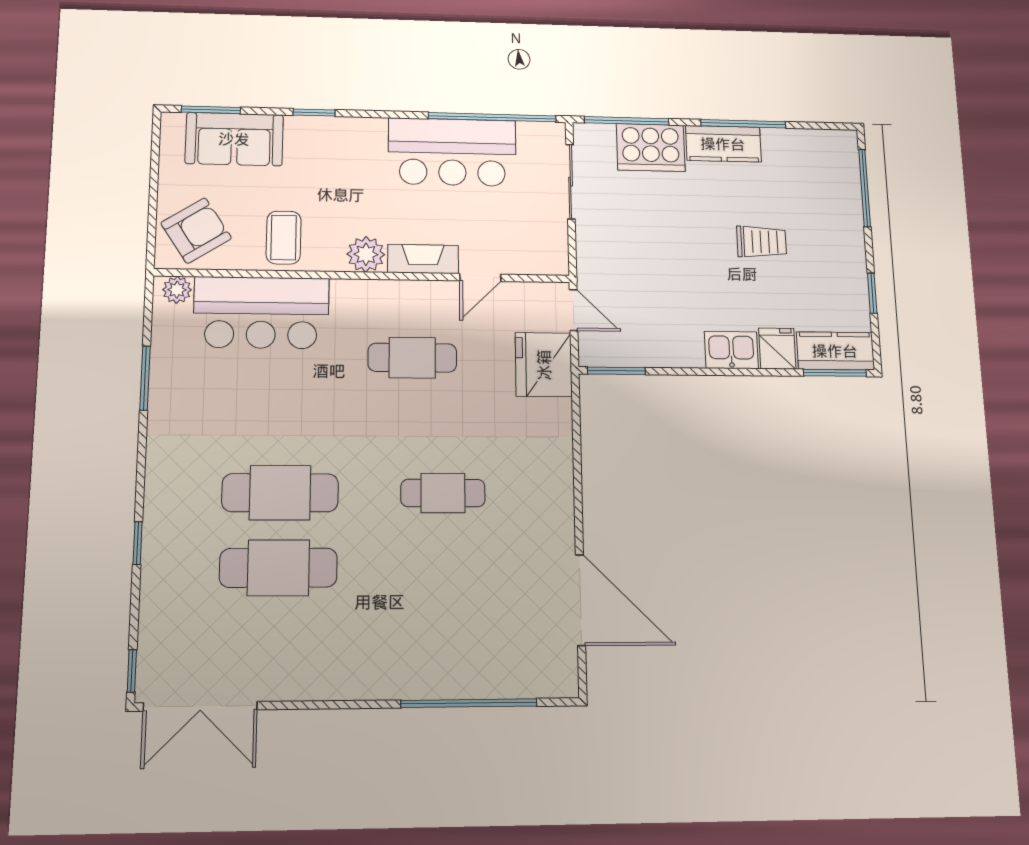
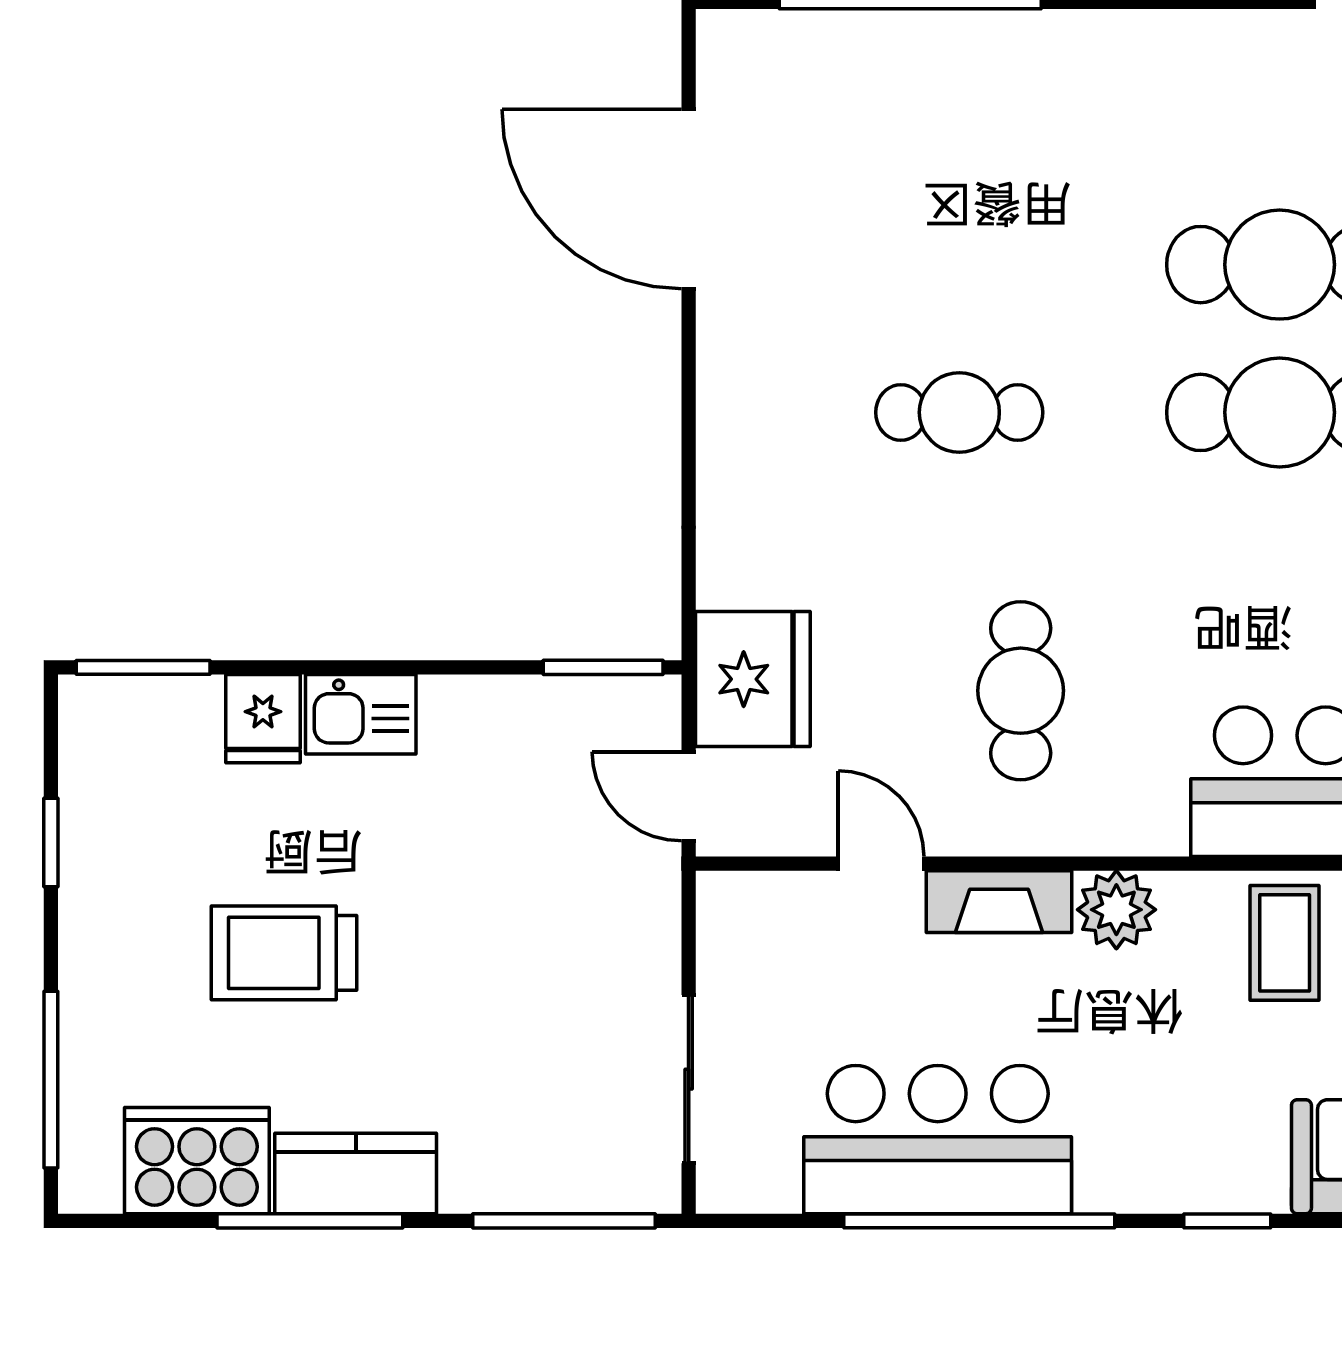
window: (492, 117) -> (979, 1221), moved
cooker: (651, 148) -> (197, 1161), moved
trolley: (762, 242) -> (284, 953), width x1.36, depth x1.39
door: (480, 277) -> (881, 864), hinge flipped
kitchen counter: (835, 351) -> (139, 715), removed
cafe table: (412, 358) -> (1021, 691), turned 90

